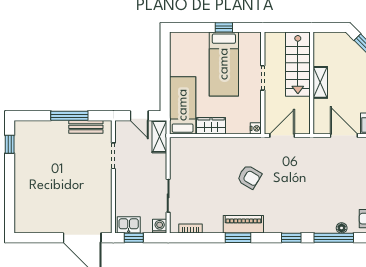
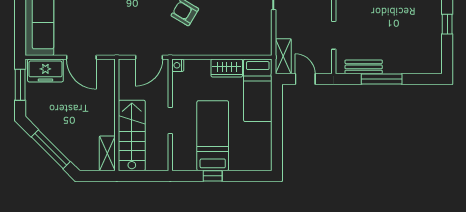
shelving: (320, 82) -> (107, 153), moved
window: (10, 144) -> (447, 24), moved

